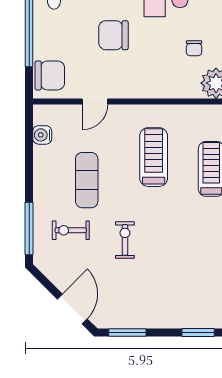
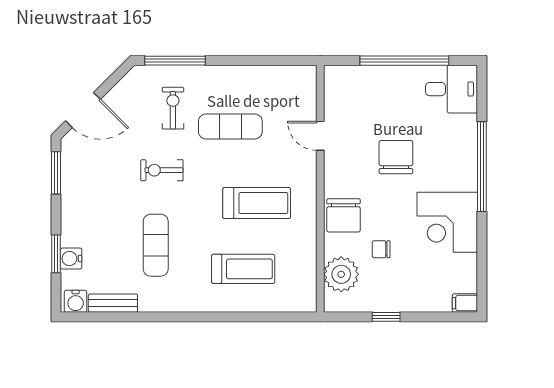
chair: (50, 75) -> (343, 215), moved
water cooler: (42, 135) -> (71, 259), moved, turned -90
exercise bike: (125, 240) -> (162, 170), turned 180
exercise mat: (191, 245) -> (156, 245), added

